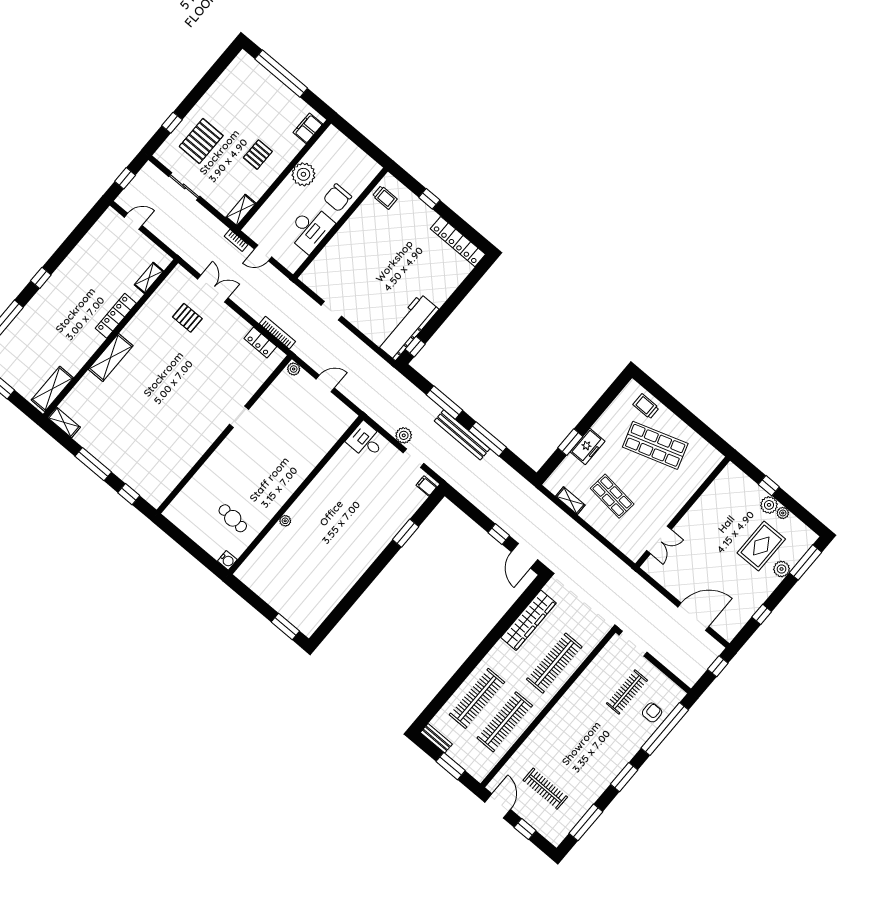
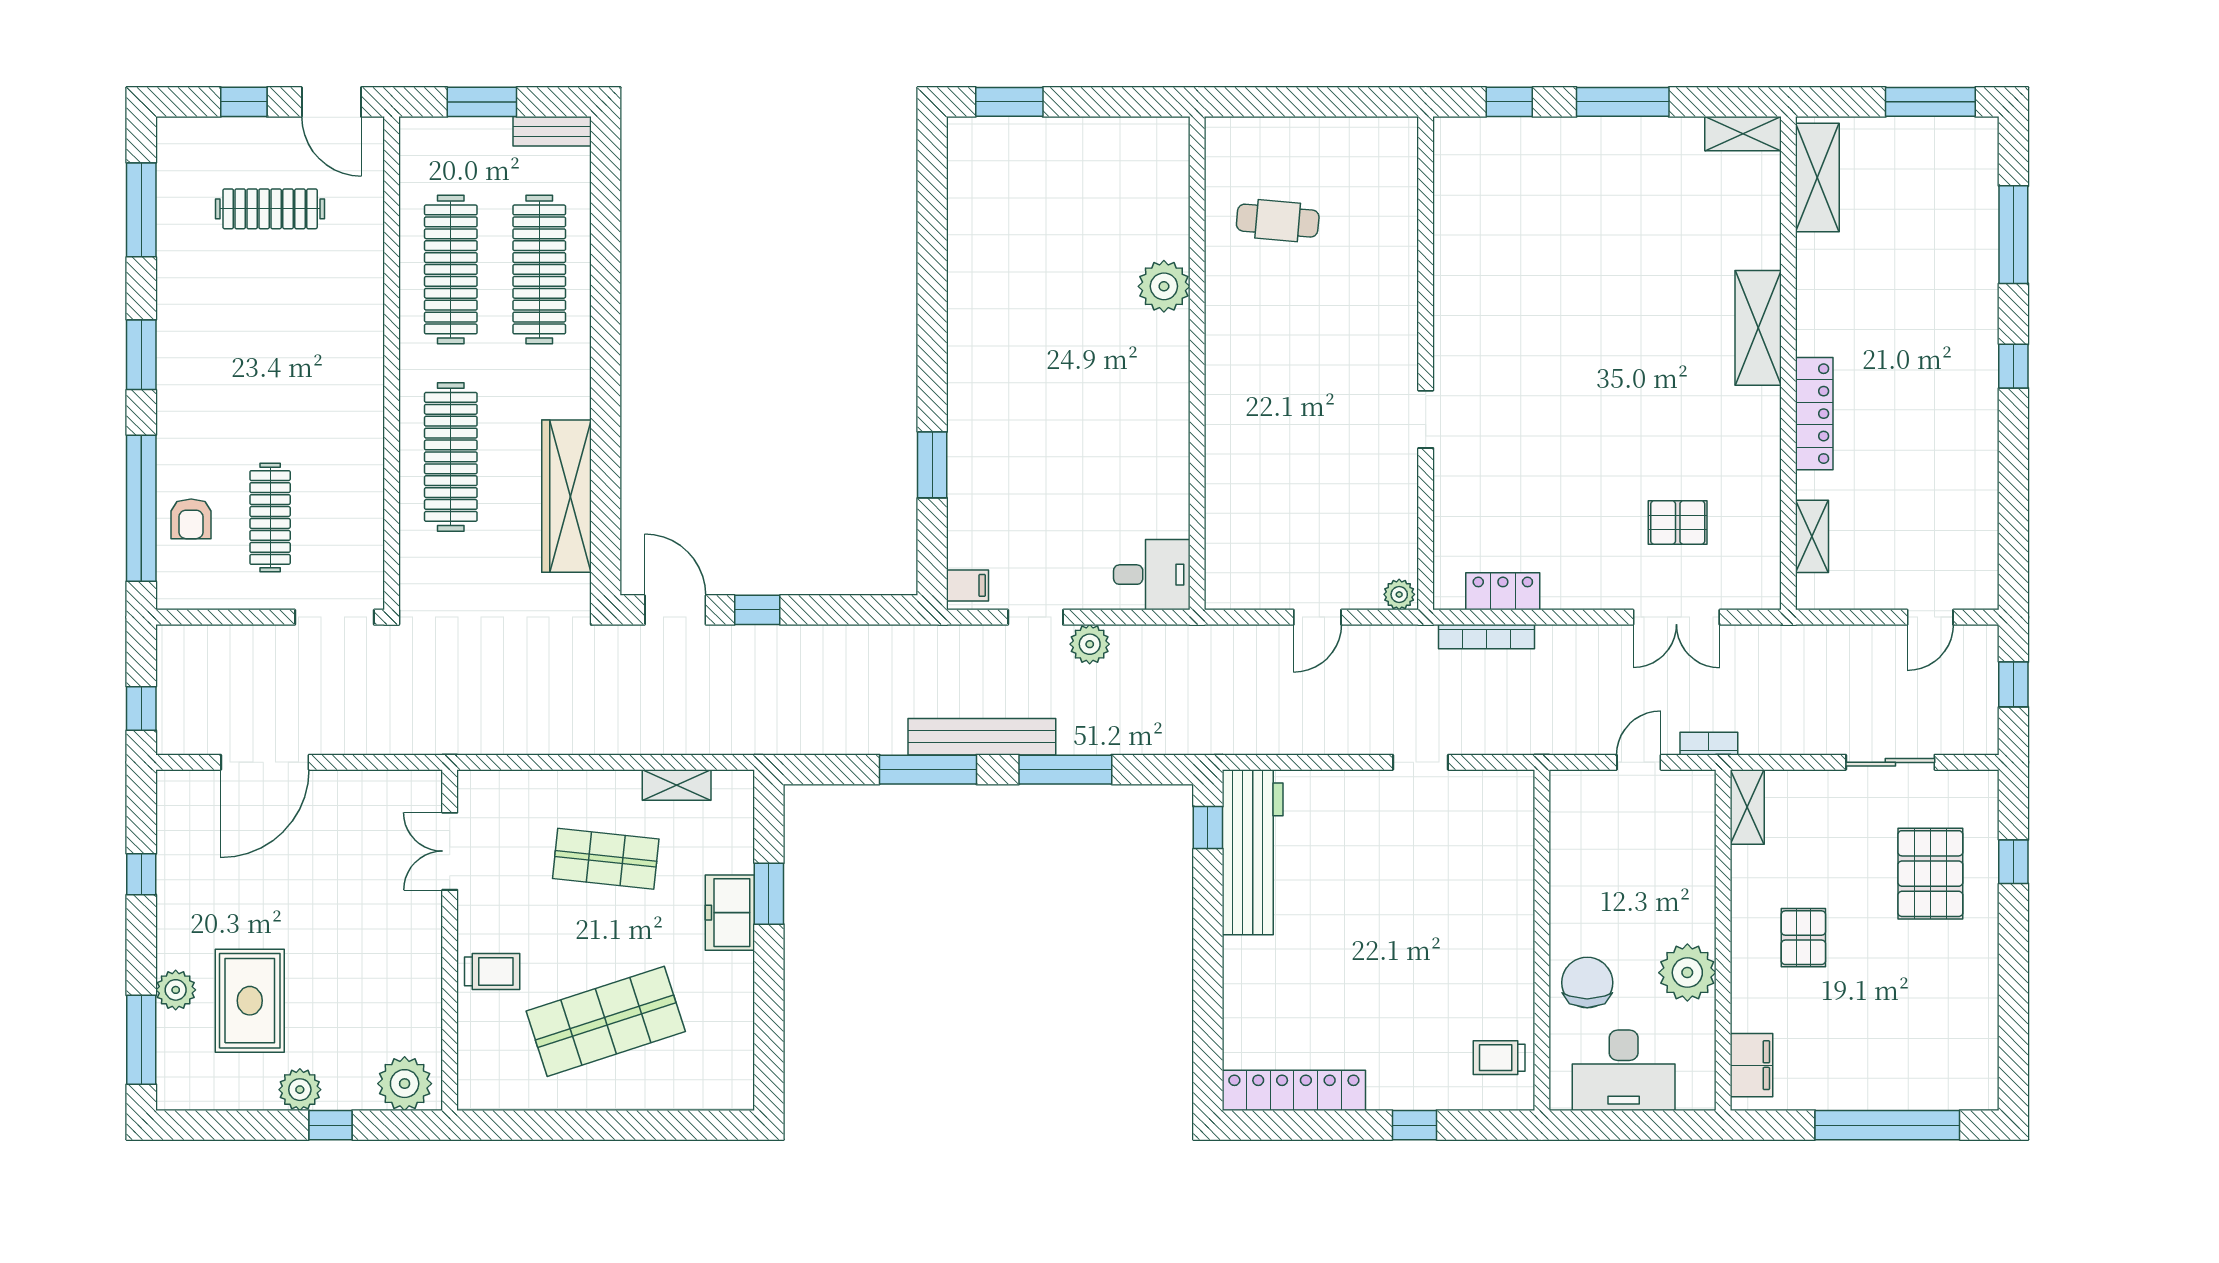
desk: (310, 229) -> (1624, 1070), moved, turned -90
trolley: (646, 406) -> (492, 971), moved
plant: (783, 513) -> (405, 1084), moved, width x1.88, depth x1.88
plant: (285, 521) -> (1164, 286), width x1.88, depth x1.88
water cooler: (227, 560) -> (1222, 134), removed

